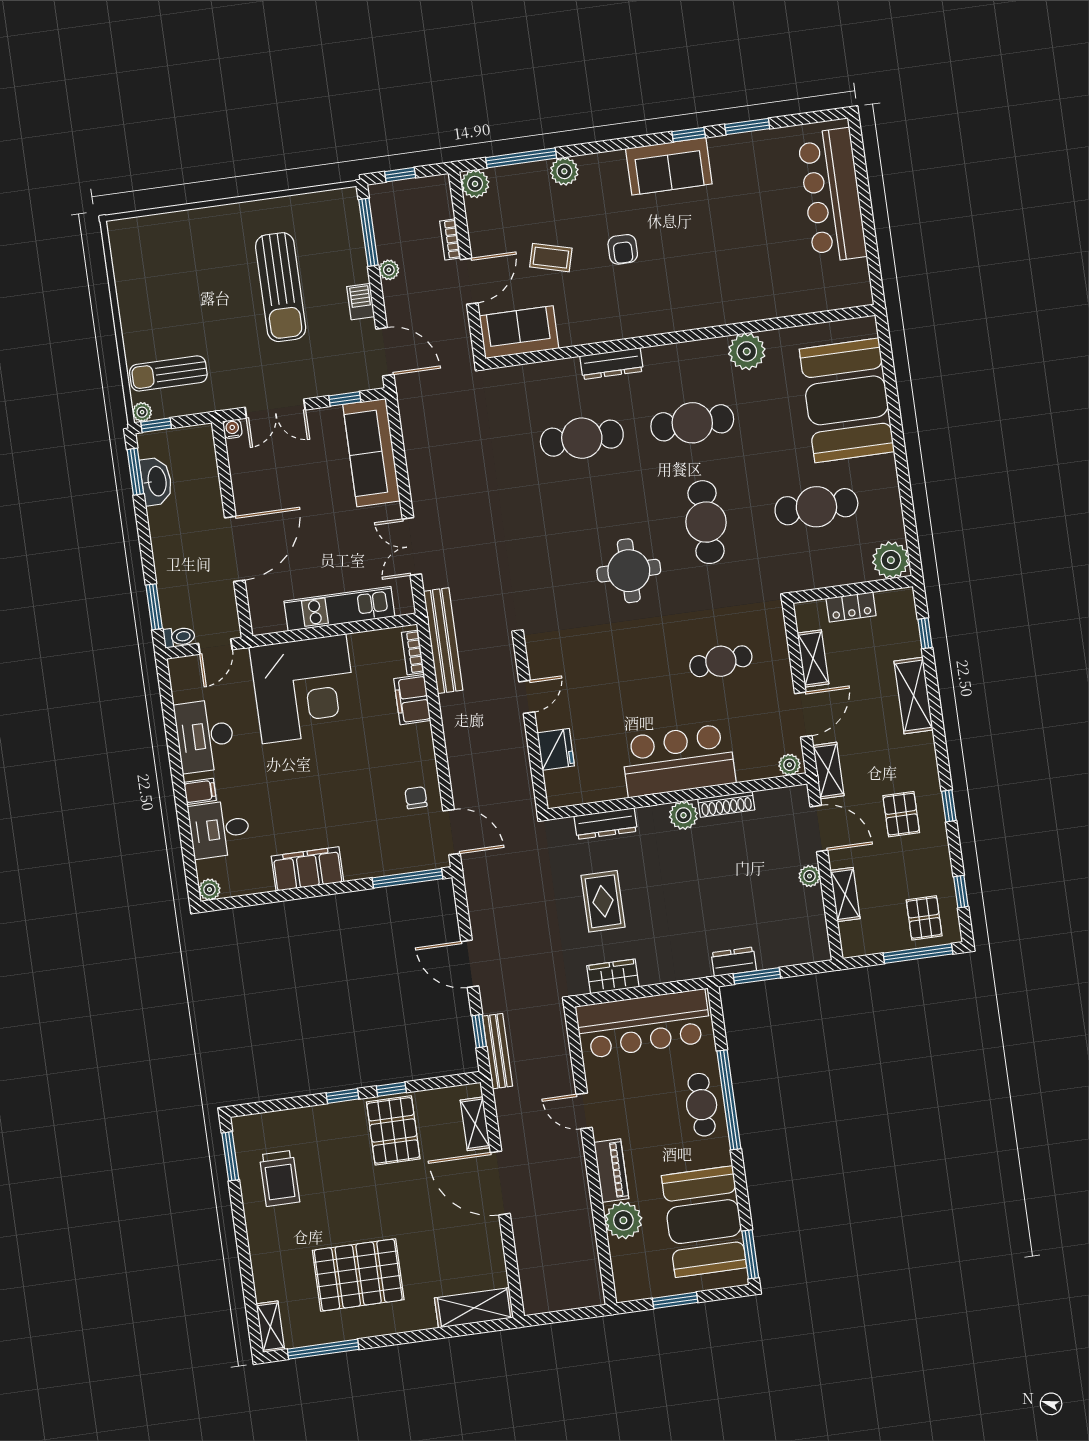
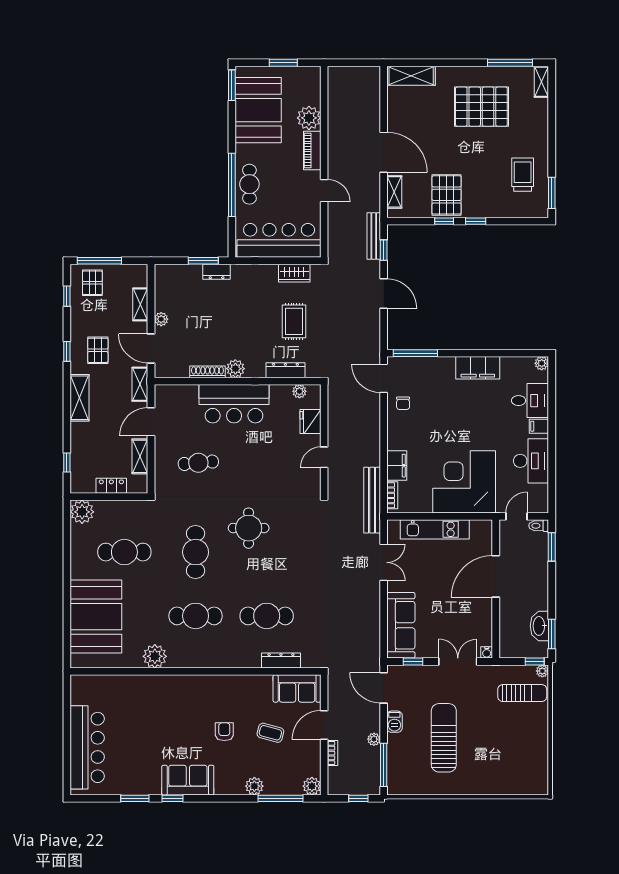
dresser: (611, 364) -> (281, 660), moved
shelving: (914, 696) -> (80, 398), moved
plant: (789, 765) -> (299, 391), moved

